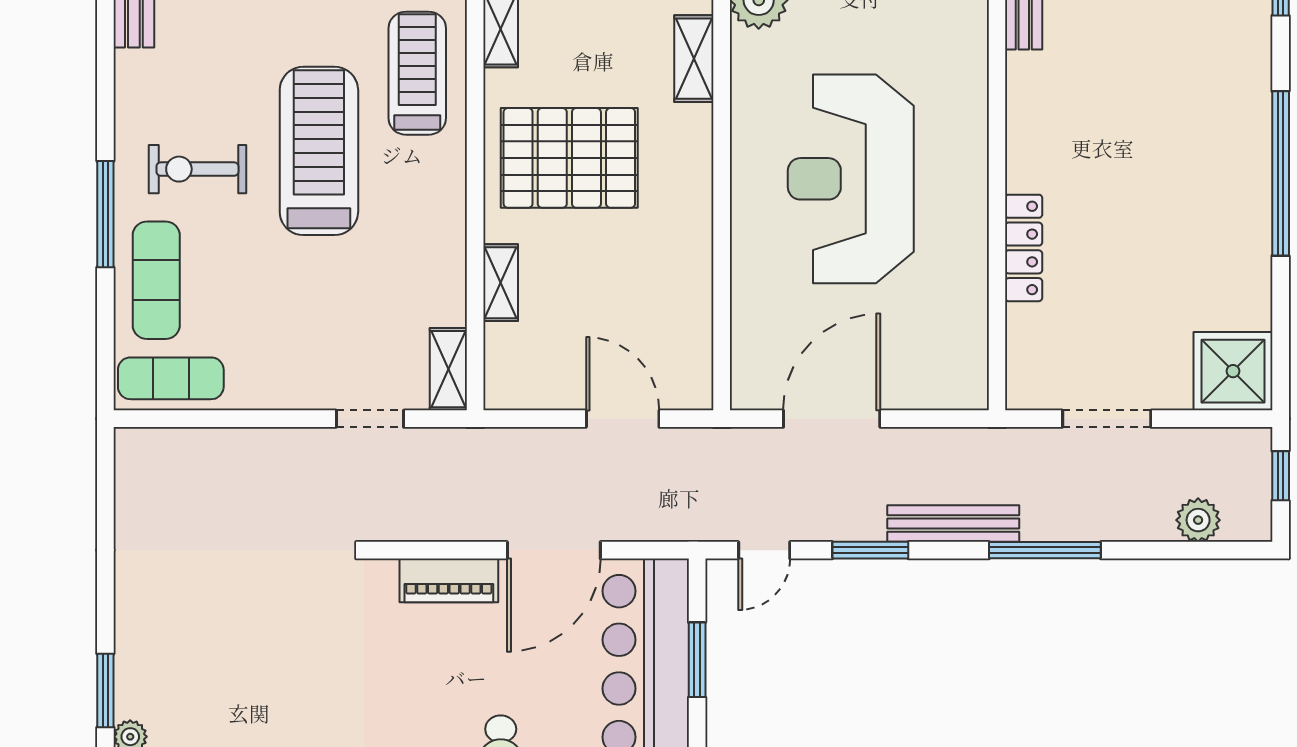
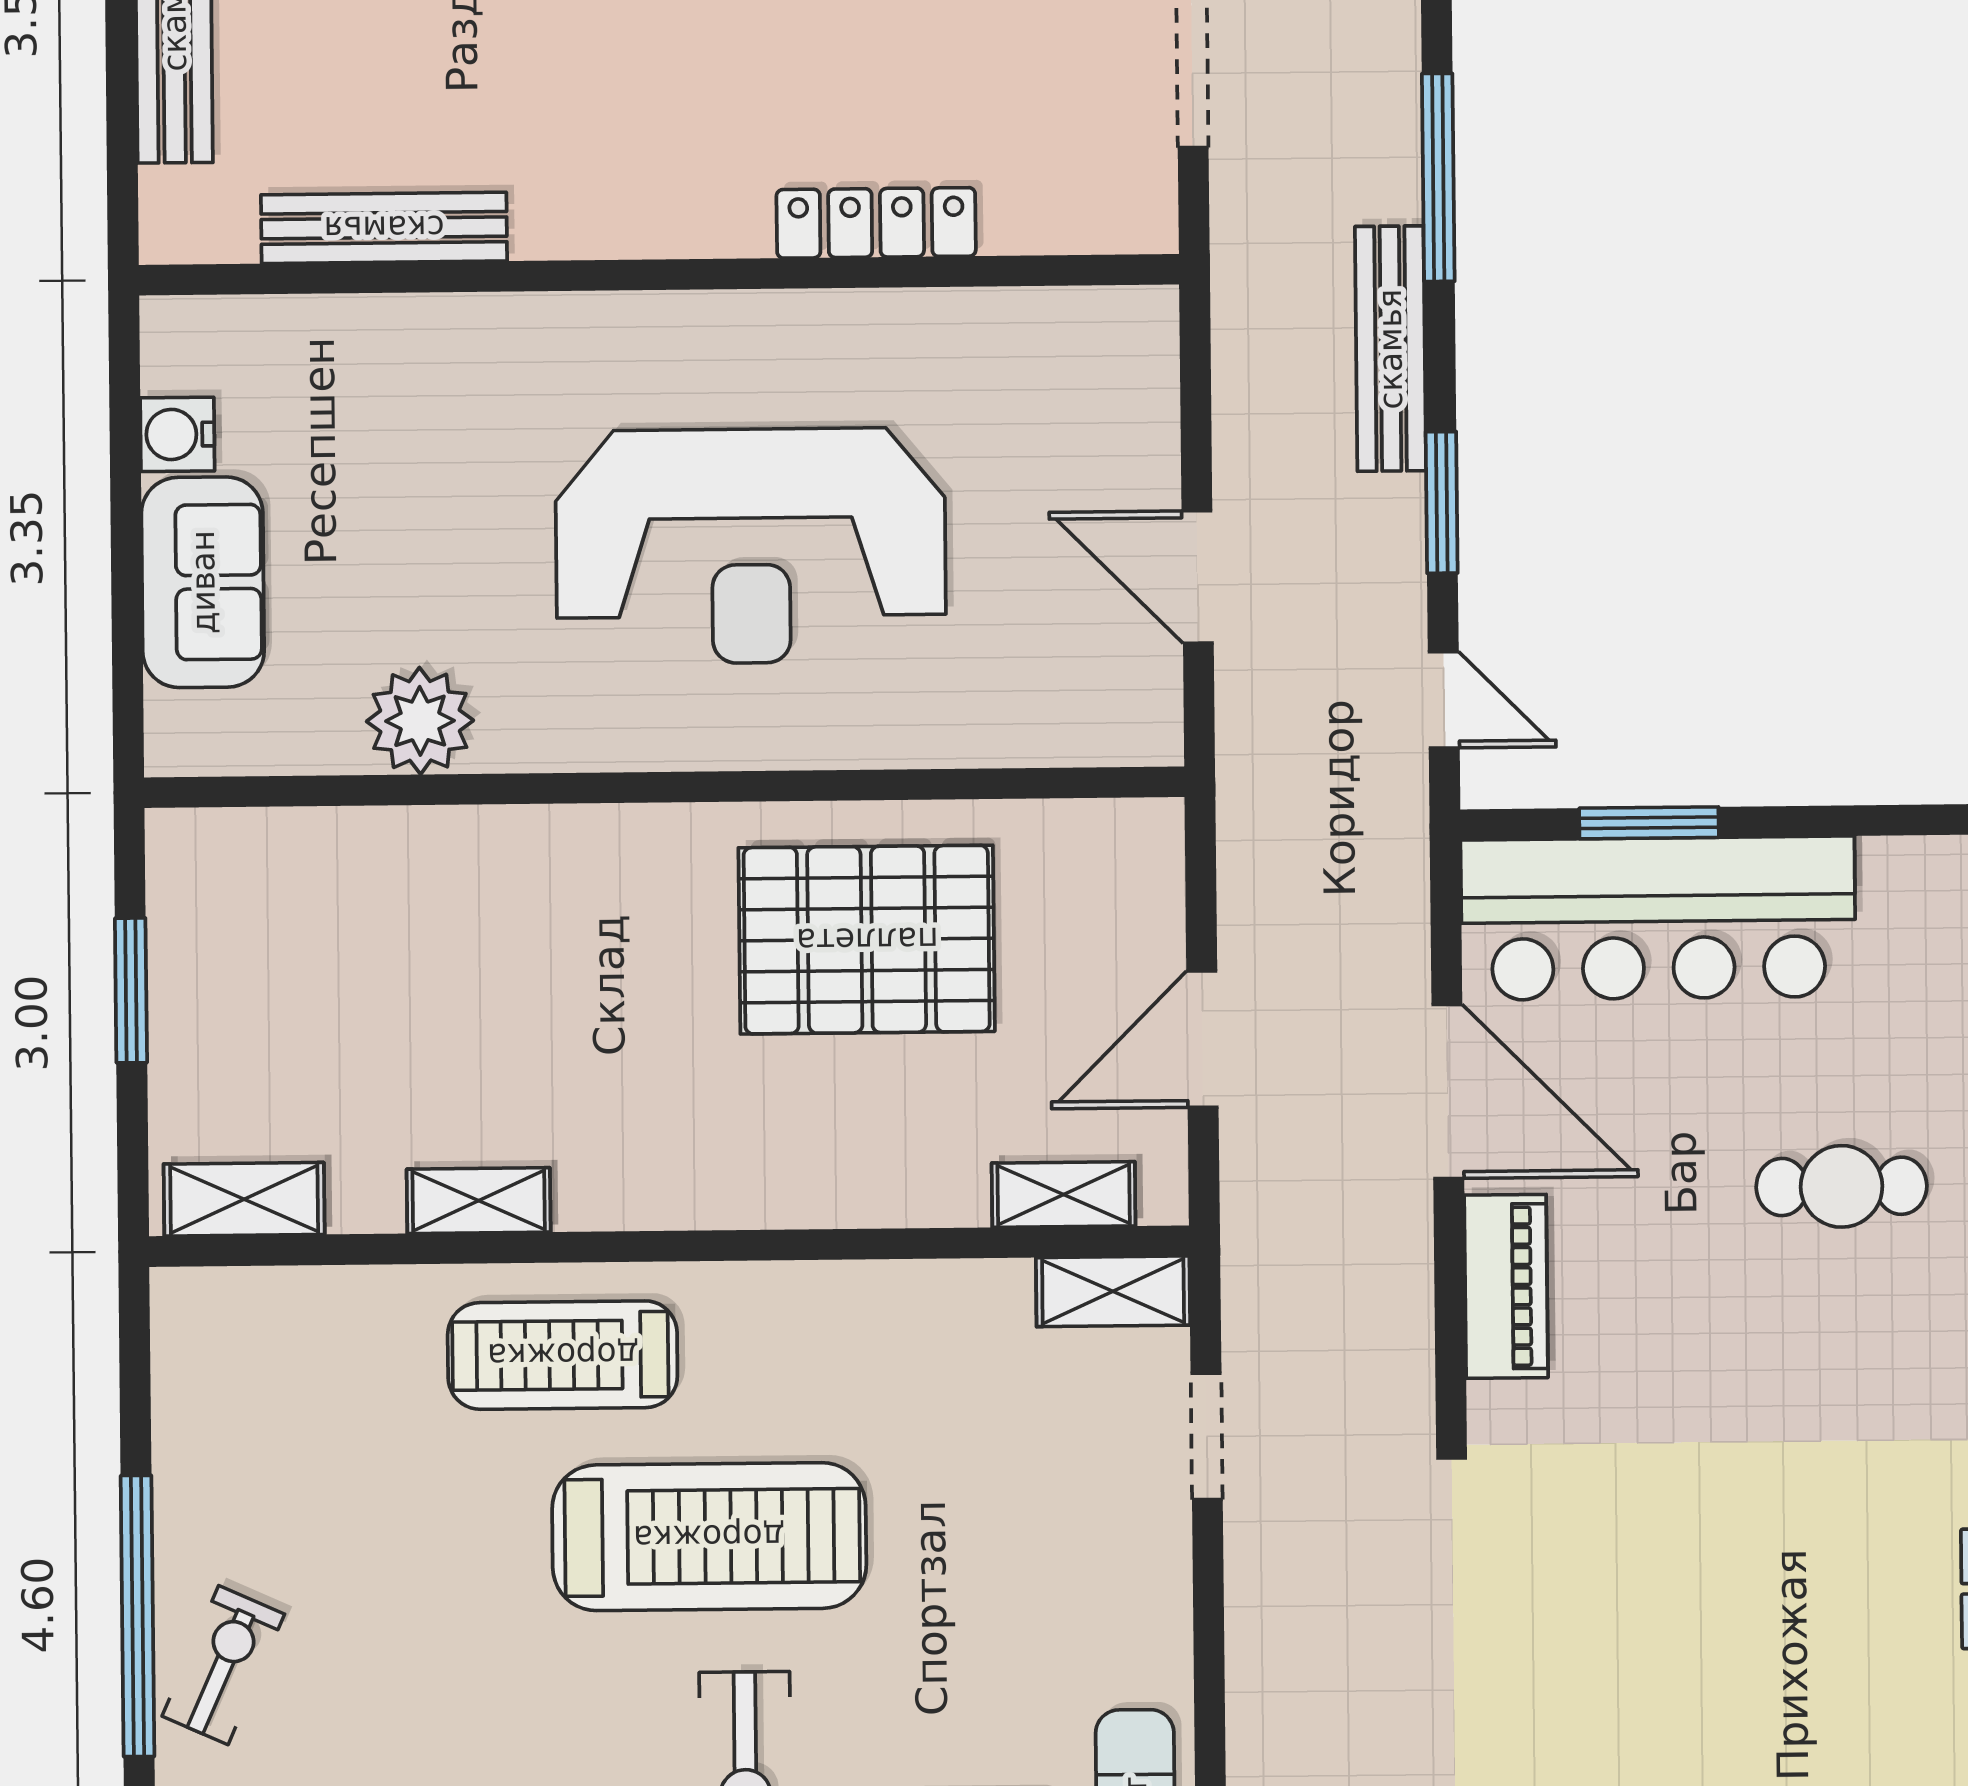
shelving: (694, 59) -> (530, 840), removed
treadmill: (319, 151) -> (709, 1537), turned 180
pallet: (569, 158) -> (867, 940), moved, turned 90
shelving: (501, 283) -> (1064, 1194), moved
door: (623, 419) -> (1202, 1039), moved
door: (832, 419) -> (1198, 577), width x0.73

